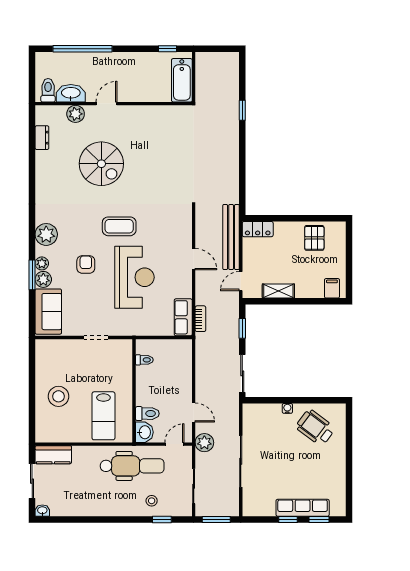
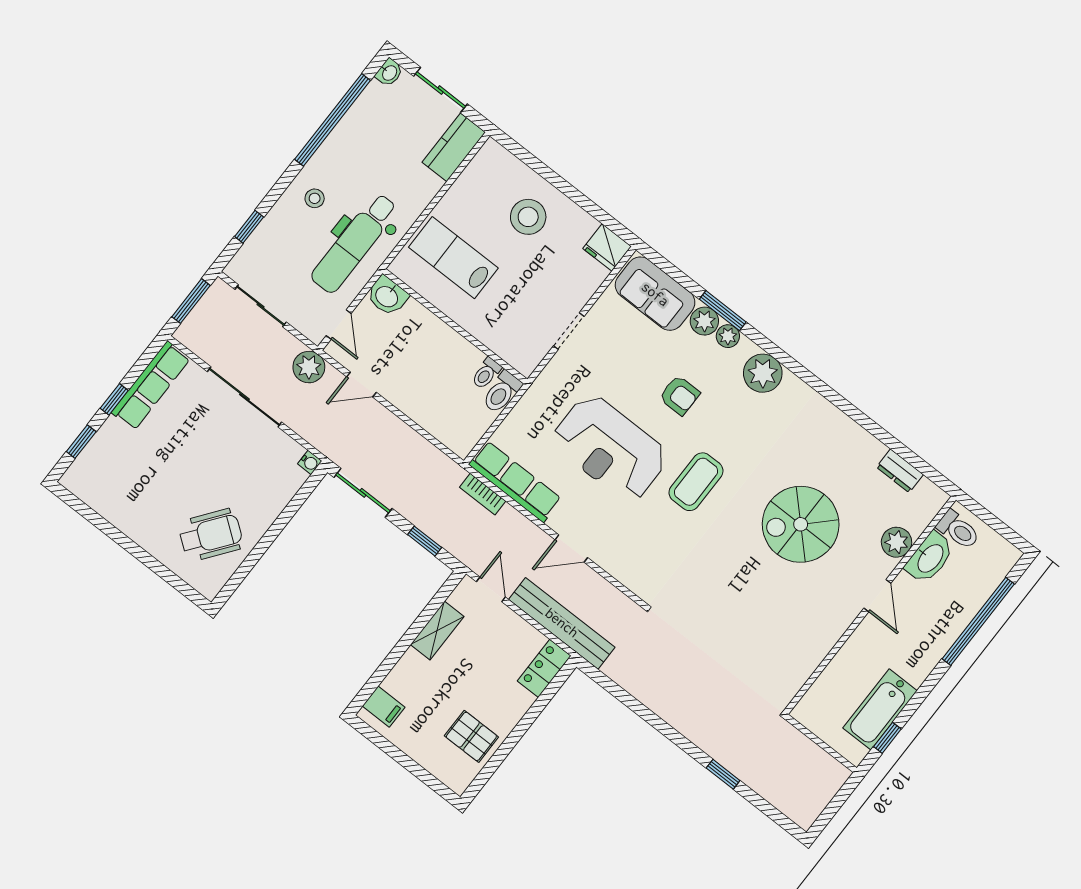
bathtub: (182, 80) -> (880, 709), moved, turned -90
row of seats: (183, 317) -> (515, 482), width x1.48
fridge: (44, 350) -> (607, 247), added
water cooler: (287, 408) -> (310, 462), moved
toilet: (147, 414) -> (502, 392), moved
stool: (152, 501) -> (315, 198), moved
row of seats: (303, 508) -> (151, 386), moved
window: (84, 519) -> (333, 120), added

